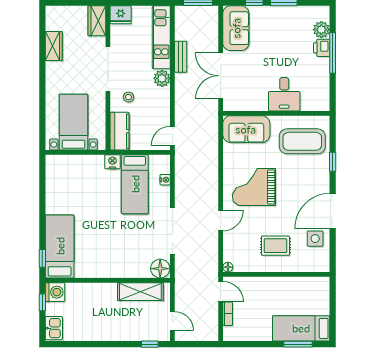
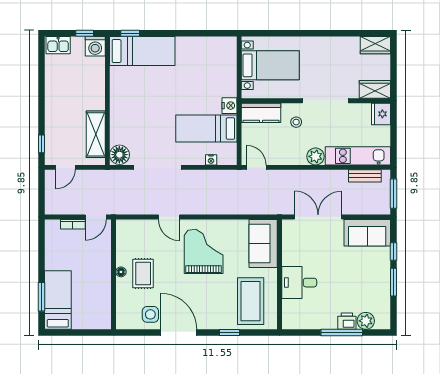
wardrobe: (54, 46) -> (375, 45), moved
bench: (181, 57) -> (365, 176), moved
floor lamp: (228, 267) -> (121, 272), moved

